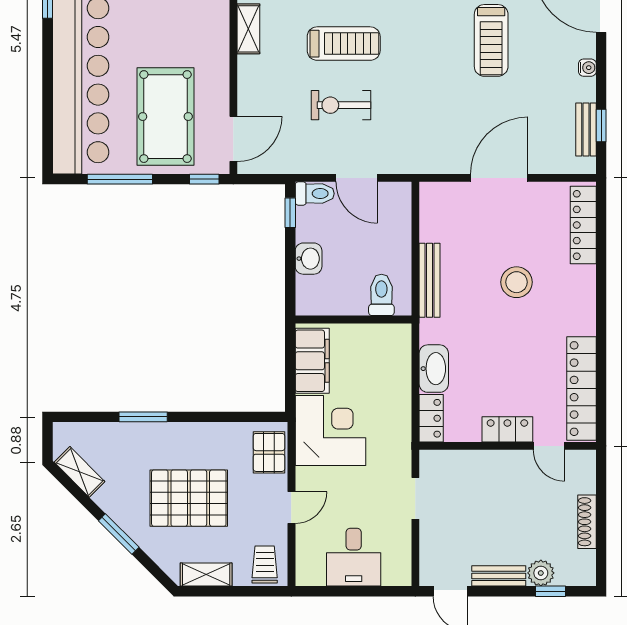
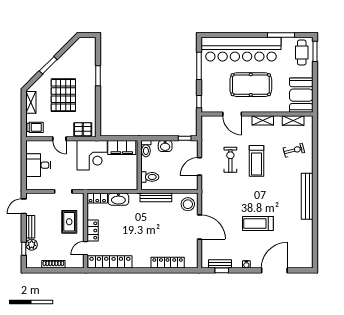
pool table: (165, 117) -> (251, 85), moved
door: (233, 139) -> (232, 114), moved
toilet: (315, 194) -> (146, 149), moved
locker: (583, 225) -> (168, 263), moved
stool: (517, 282) -> (188, 204), moved
shelving: (80, 472) -> (75, 49), removed
rug: (487, 484) -> (69, 222), added

